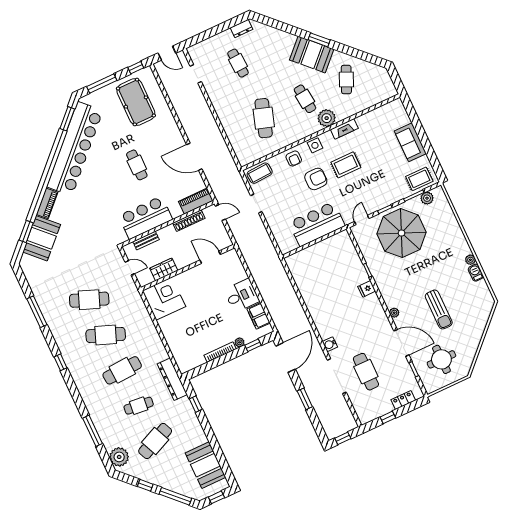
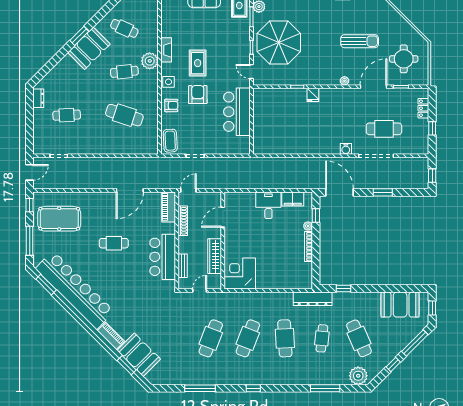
wardrobe: (164, 269) -> (215, 256), width x1.50

